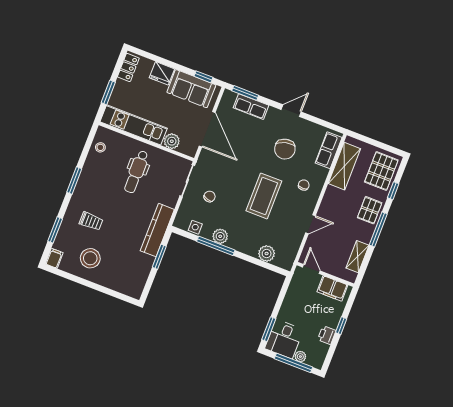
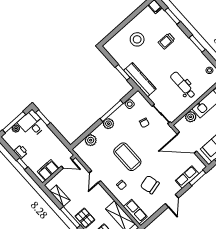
plant: (220, 236) -> (108, 124), moved
stool: (90, 258) -> (137, 39), moved

